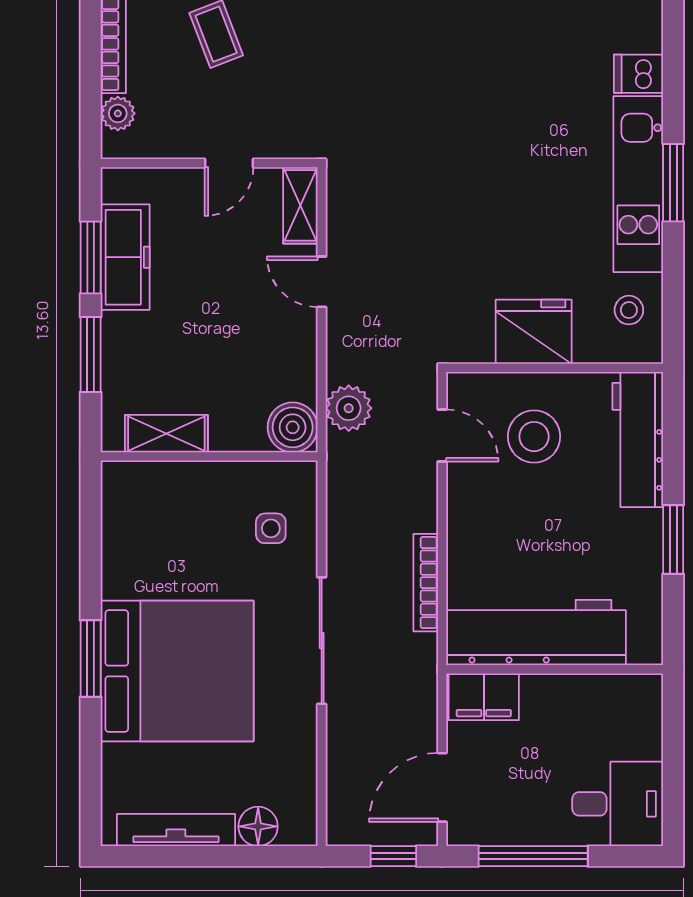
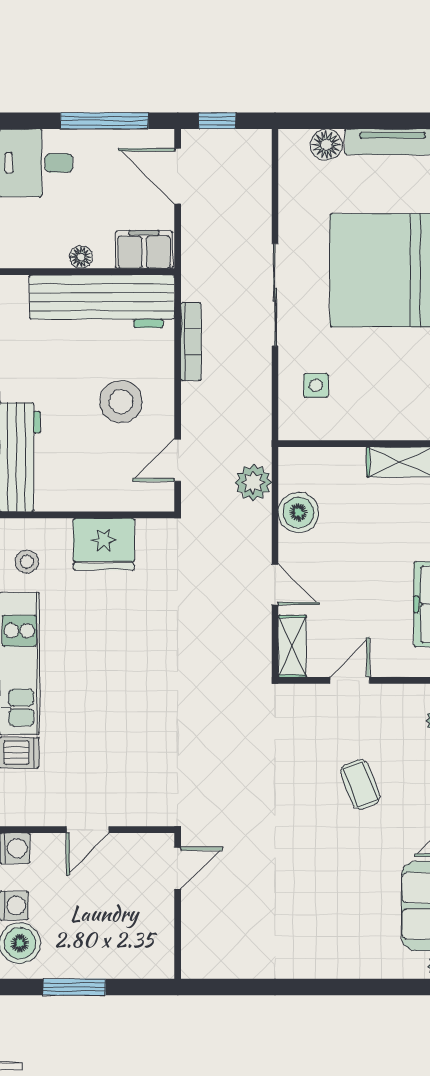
boiler: (293, 427) -> (298, 512), moved
door: (442, 436) -> (178, 460), hinge flipped
stool: (534, 437) -> (121, 402), moved
floor lamp: (562, 687) -> (81, 257), added
door: (442, 787) -> (178, 176), swing flipped

